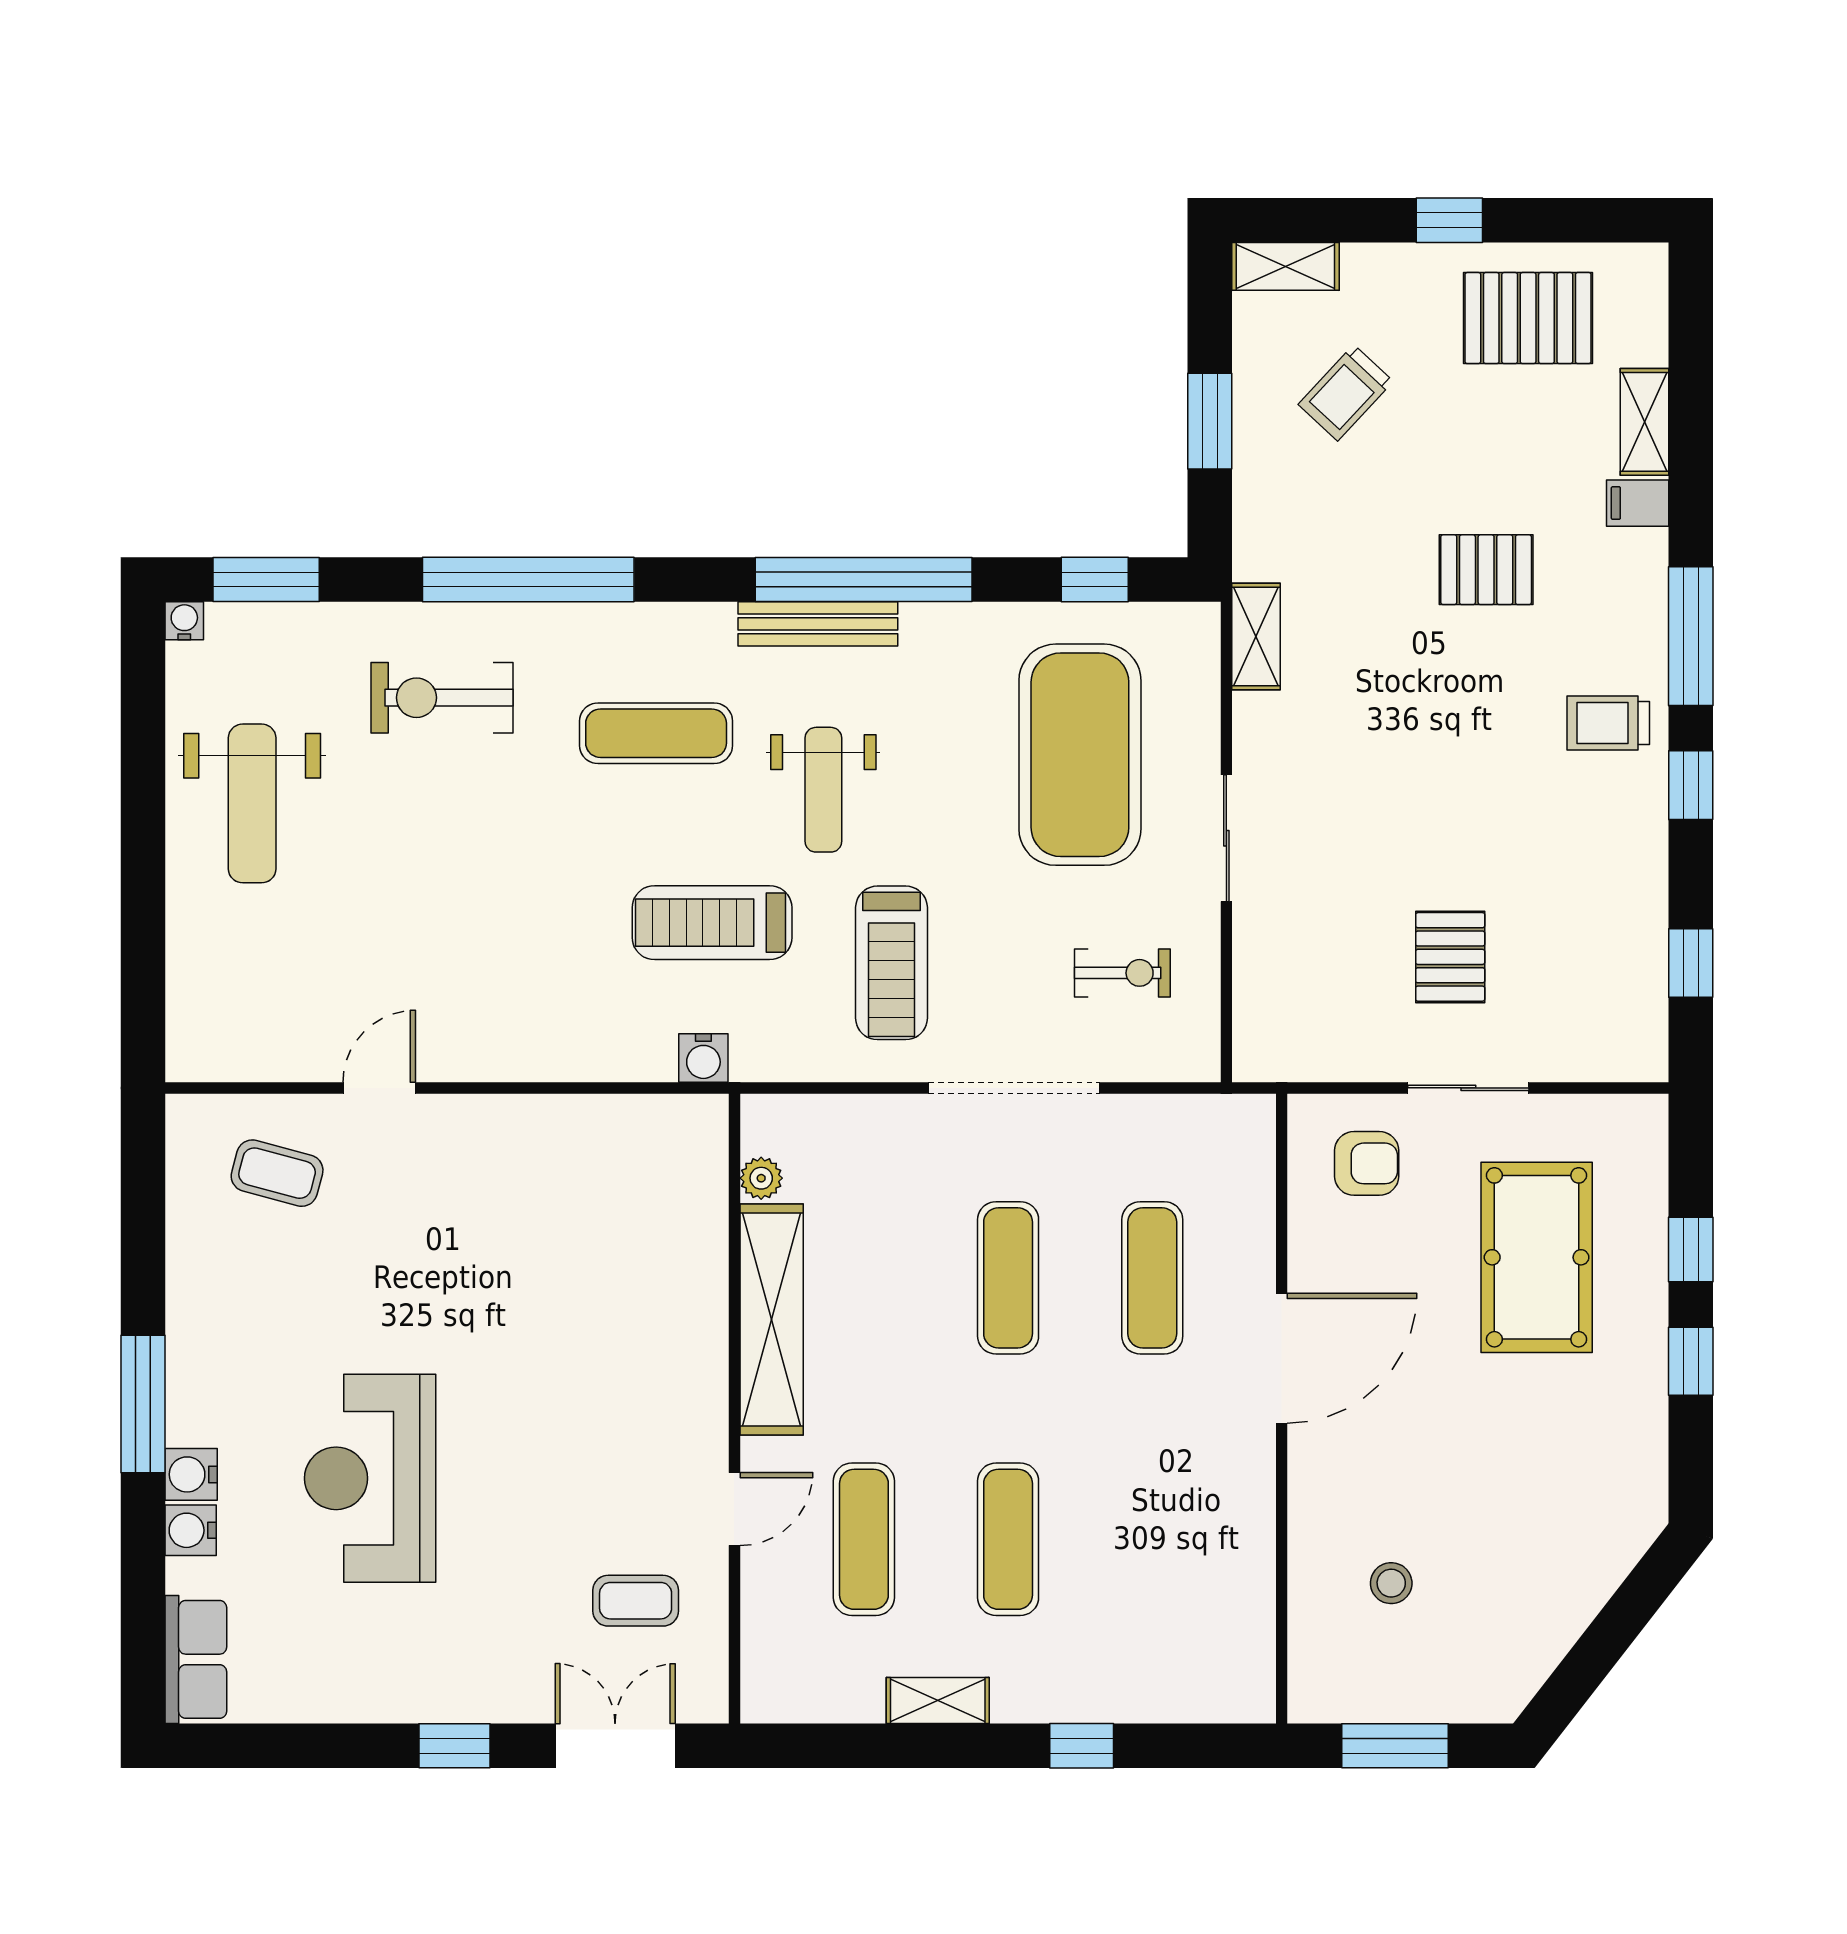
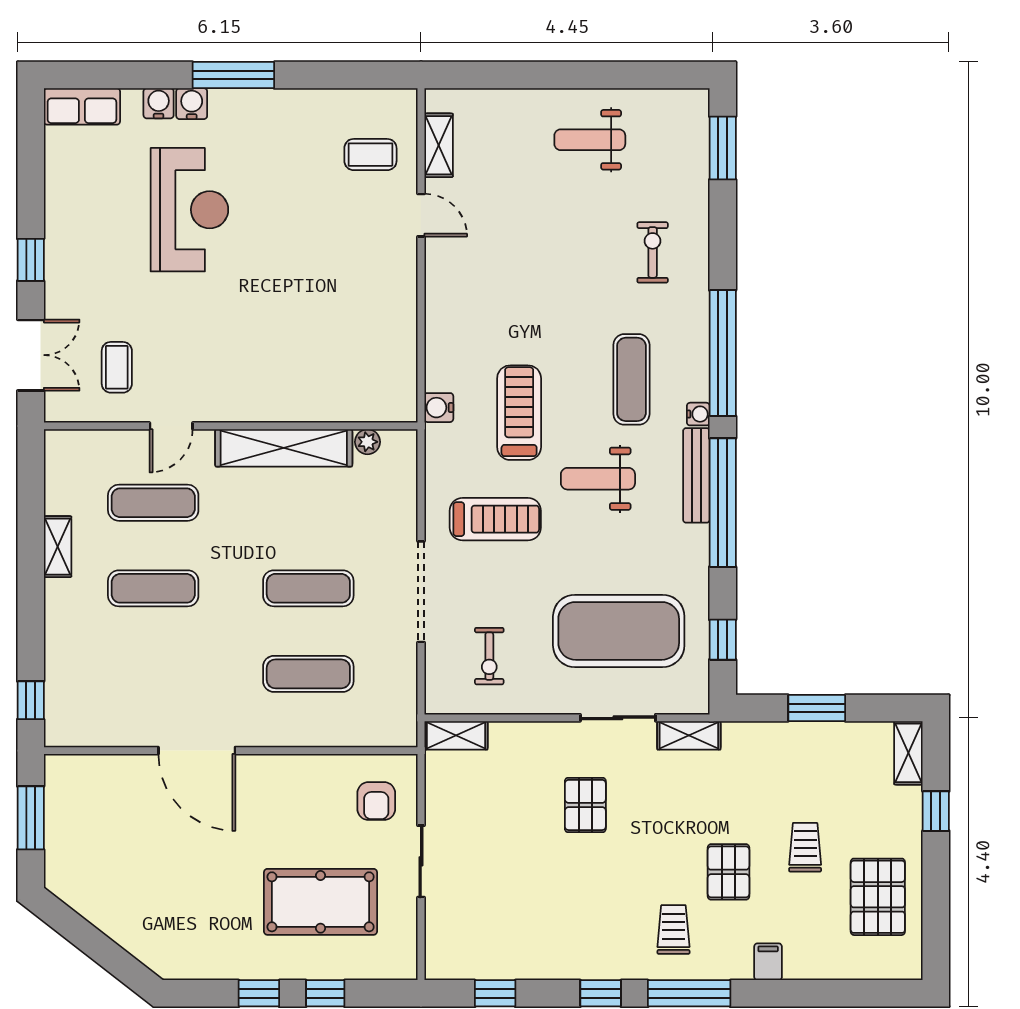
window: (1449, 220) -> (936, 811), moved
trolley: (1346, 393) -> (805, 847), moved, turned 47
shelving: (1645, 422) -> (456, 735), moved
window: (528, 579) -> (723, 353), moved
water cooler: (184, 621) -> (698, 414), moved
exercise bike: (442, 698) -> (653, 252), width x0.73, depth x0.72
trolley: (1608, 723) -> (673, 930), moved
weight bench: (252, 803) -> (590, 140), width x0.73, depth x0.75
sliding door: (1226, 838) -> (618, 718), moved
pallet: (1450, 957) -> (585, 805), moved, turned 90
treadmill: (892, 963) -> (495, 519), turned 180
shelving: (261, 1058) -> (439, 145), added
coffee table: (277, 1173) -> (370, 155), turned 75
door: (1282, 1358) -> (197, 751), moved
reception desk: (370, 1478) -> (189, 210), turned 90
door: (734, 1509) -> (171, 426), hinge flipped
stool: (1391, 1583) -> (127, 816), removed
window: (1082, 1746) -> (31, 700), moved

